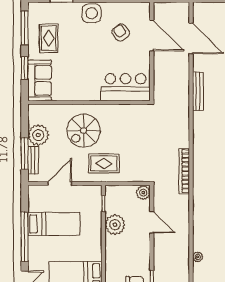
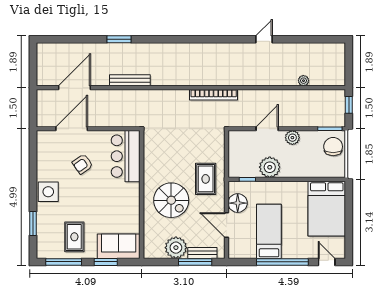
armchair: (121, 33) -> (83, 164), moved
rug: (49, 38) -> (74, 237), turned 90
plant: (143, 193) -> (292, 138), moved
floor lamp: (81, 194) -> (238, 203), added

